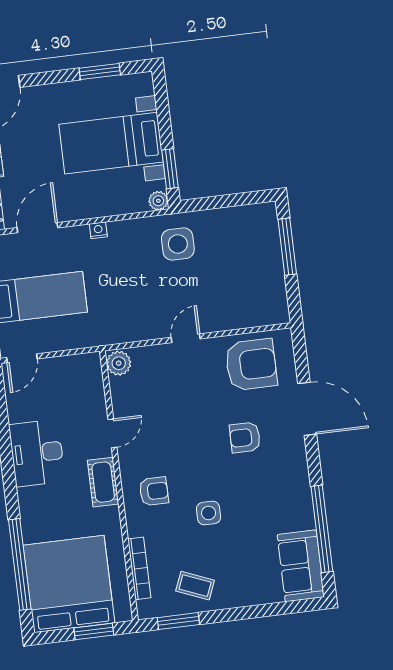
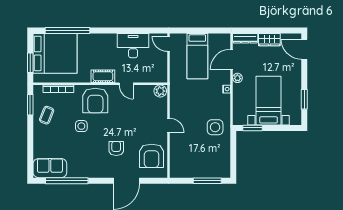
plant: (158, 201) -> (237, 78), moved
door: (37, 228) -> (232, 59), swing flipped
desk: (37, 453) -> (133, 46), moved
armchair: (154, 491) -> (95, 101), width x1.88, depth x1.88

